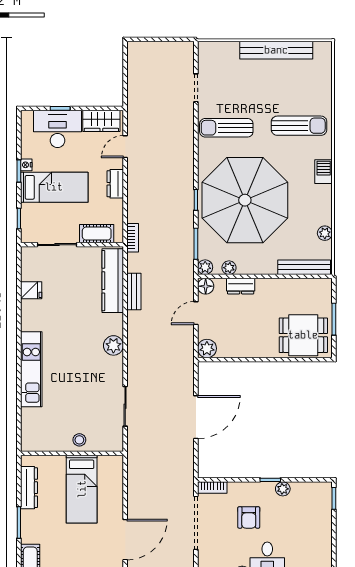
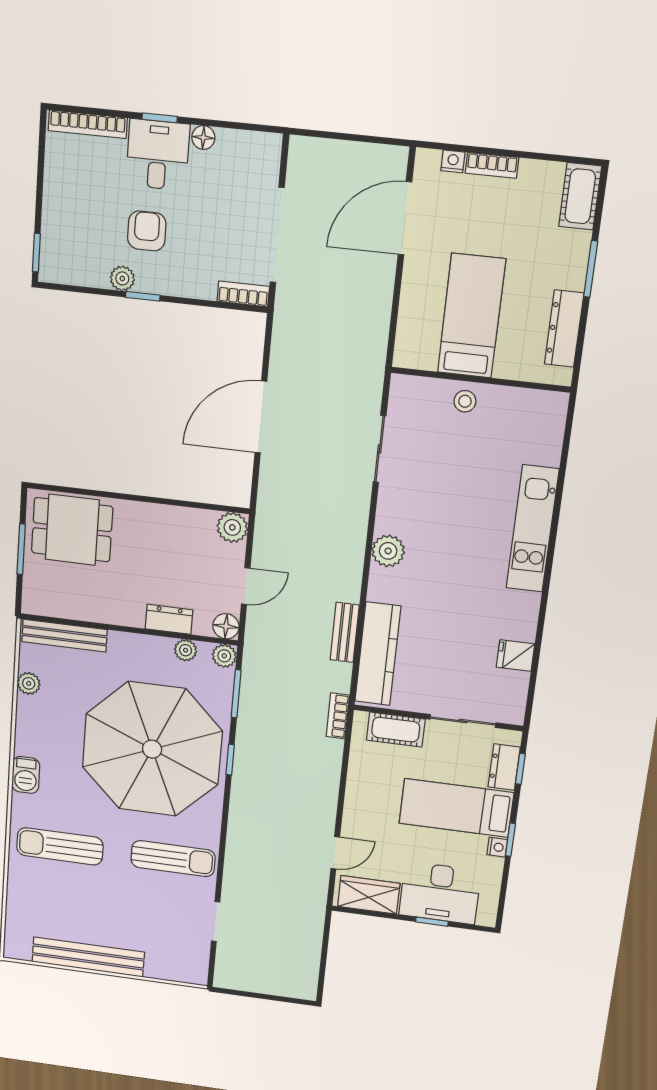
dresser: (115, 184) -> (504, 767), moved, turned 180
armchair: (249, 517) -> (147, 231), moved

